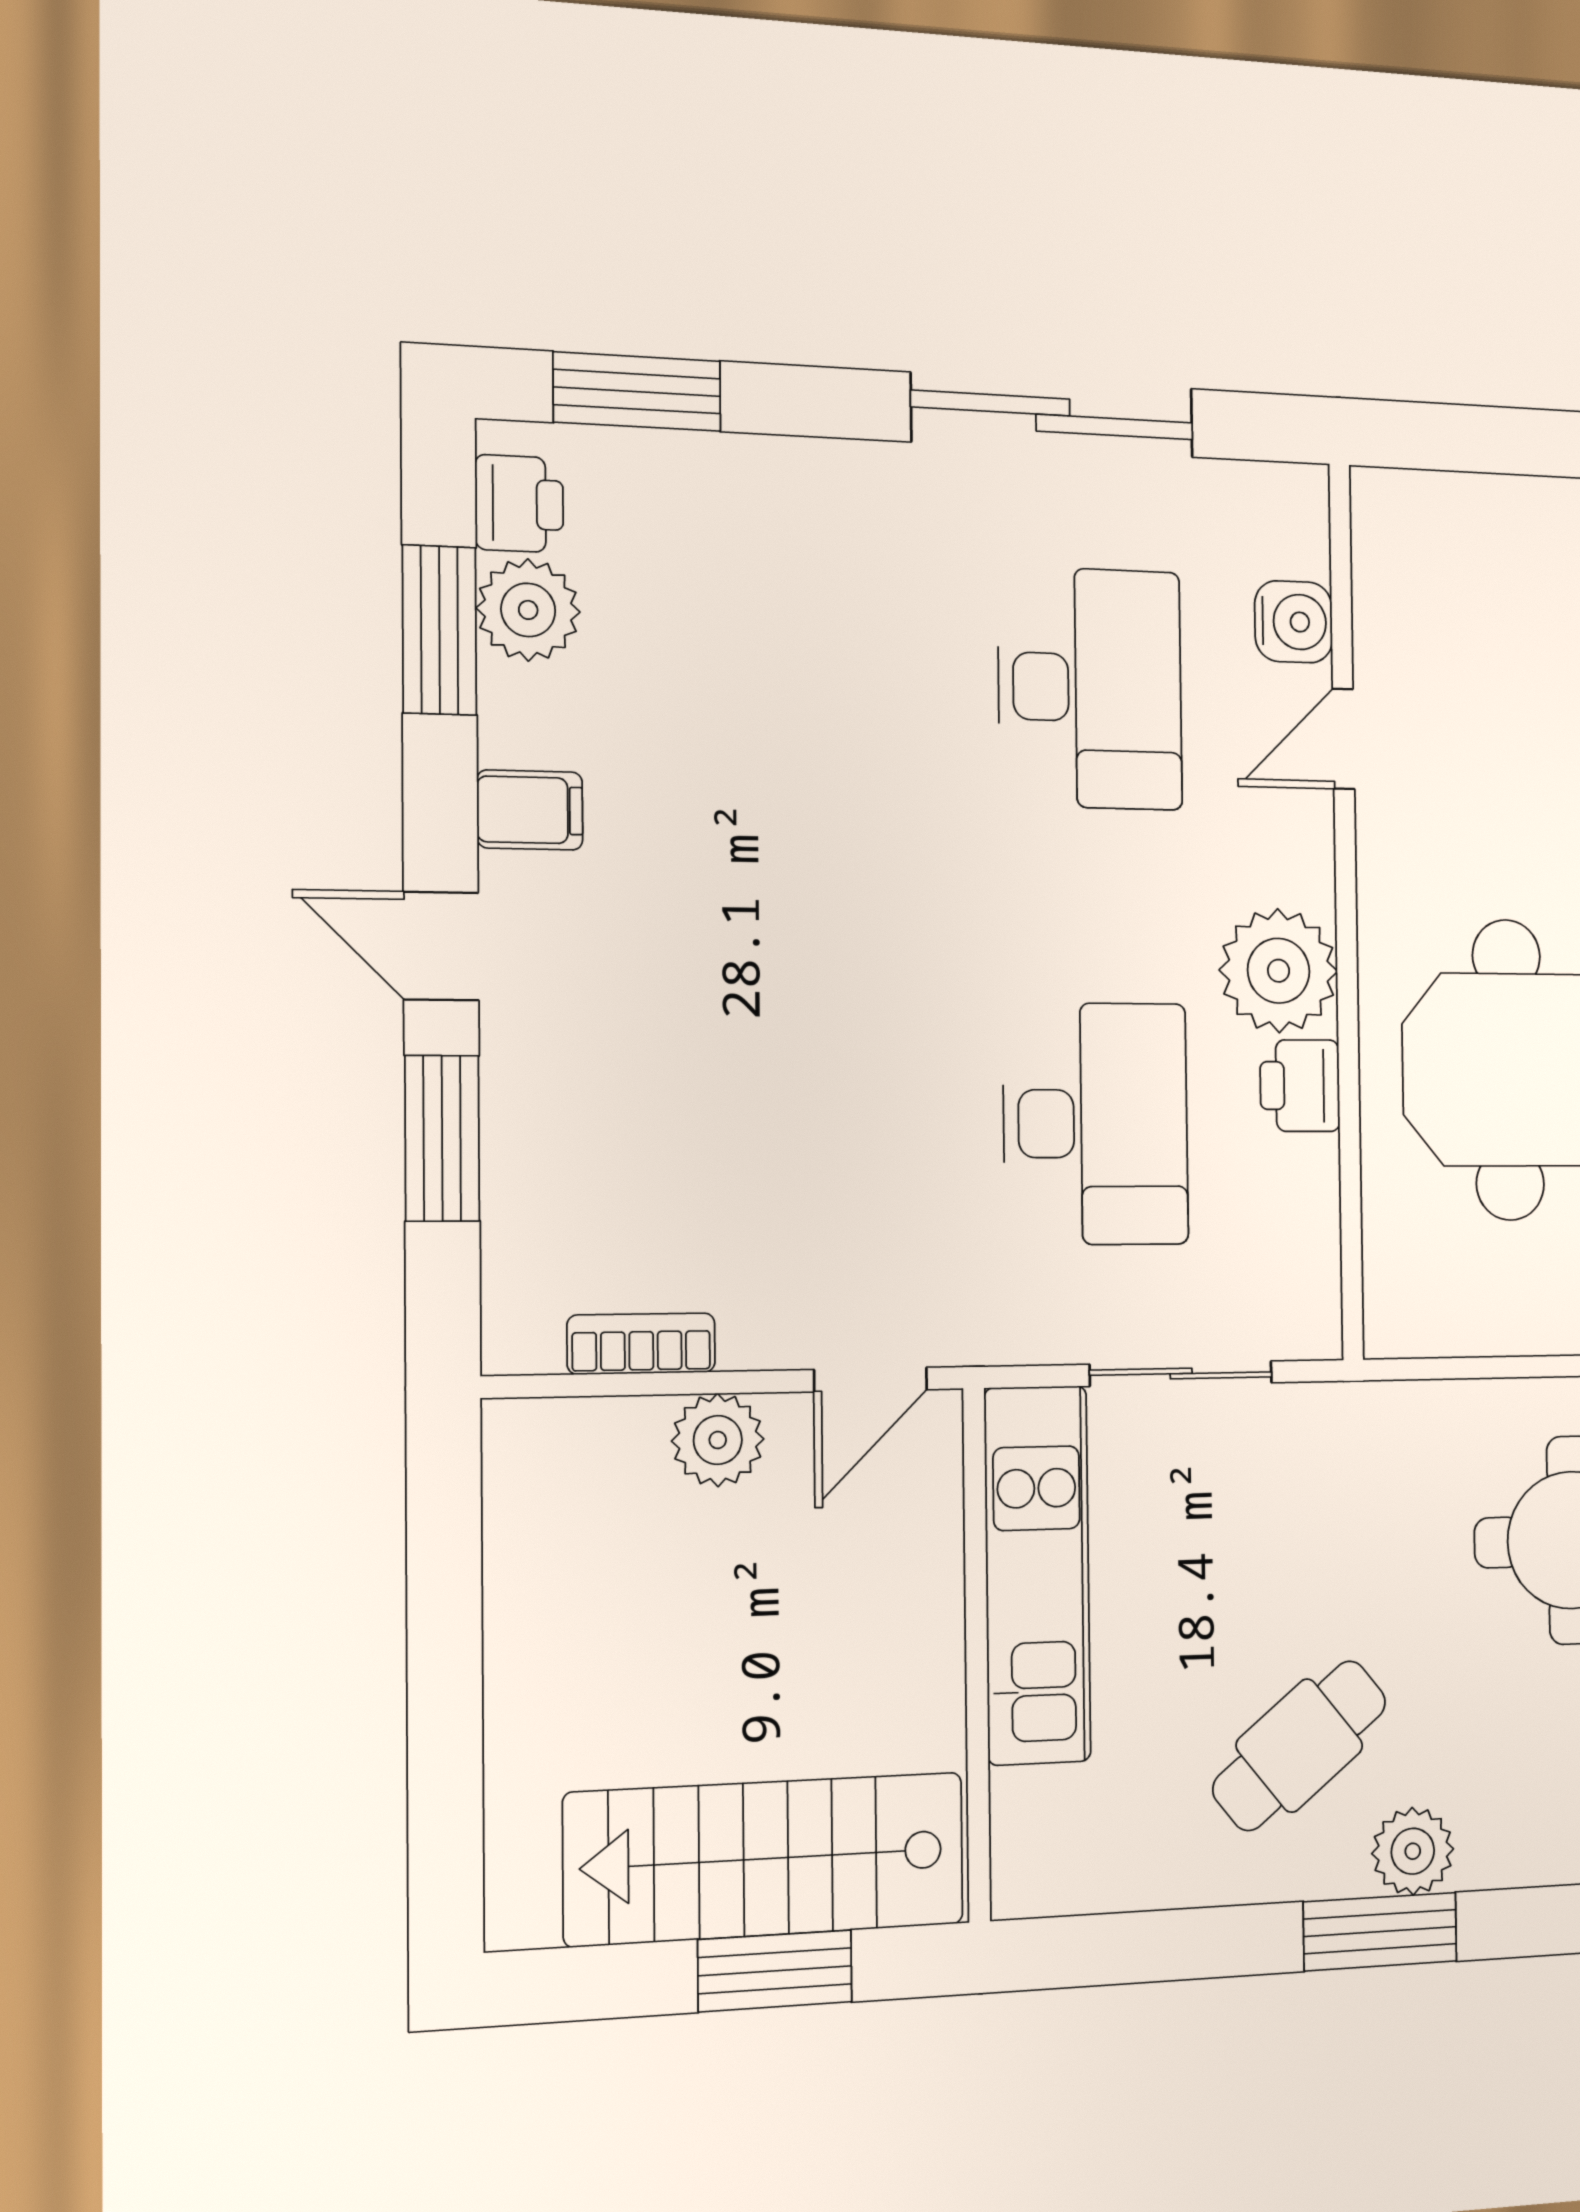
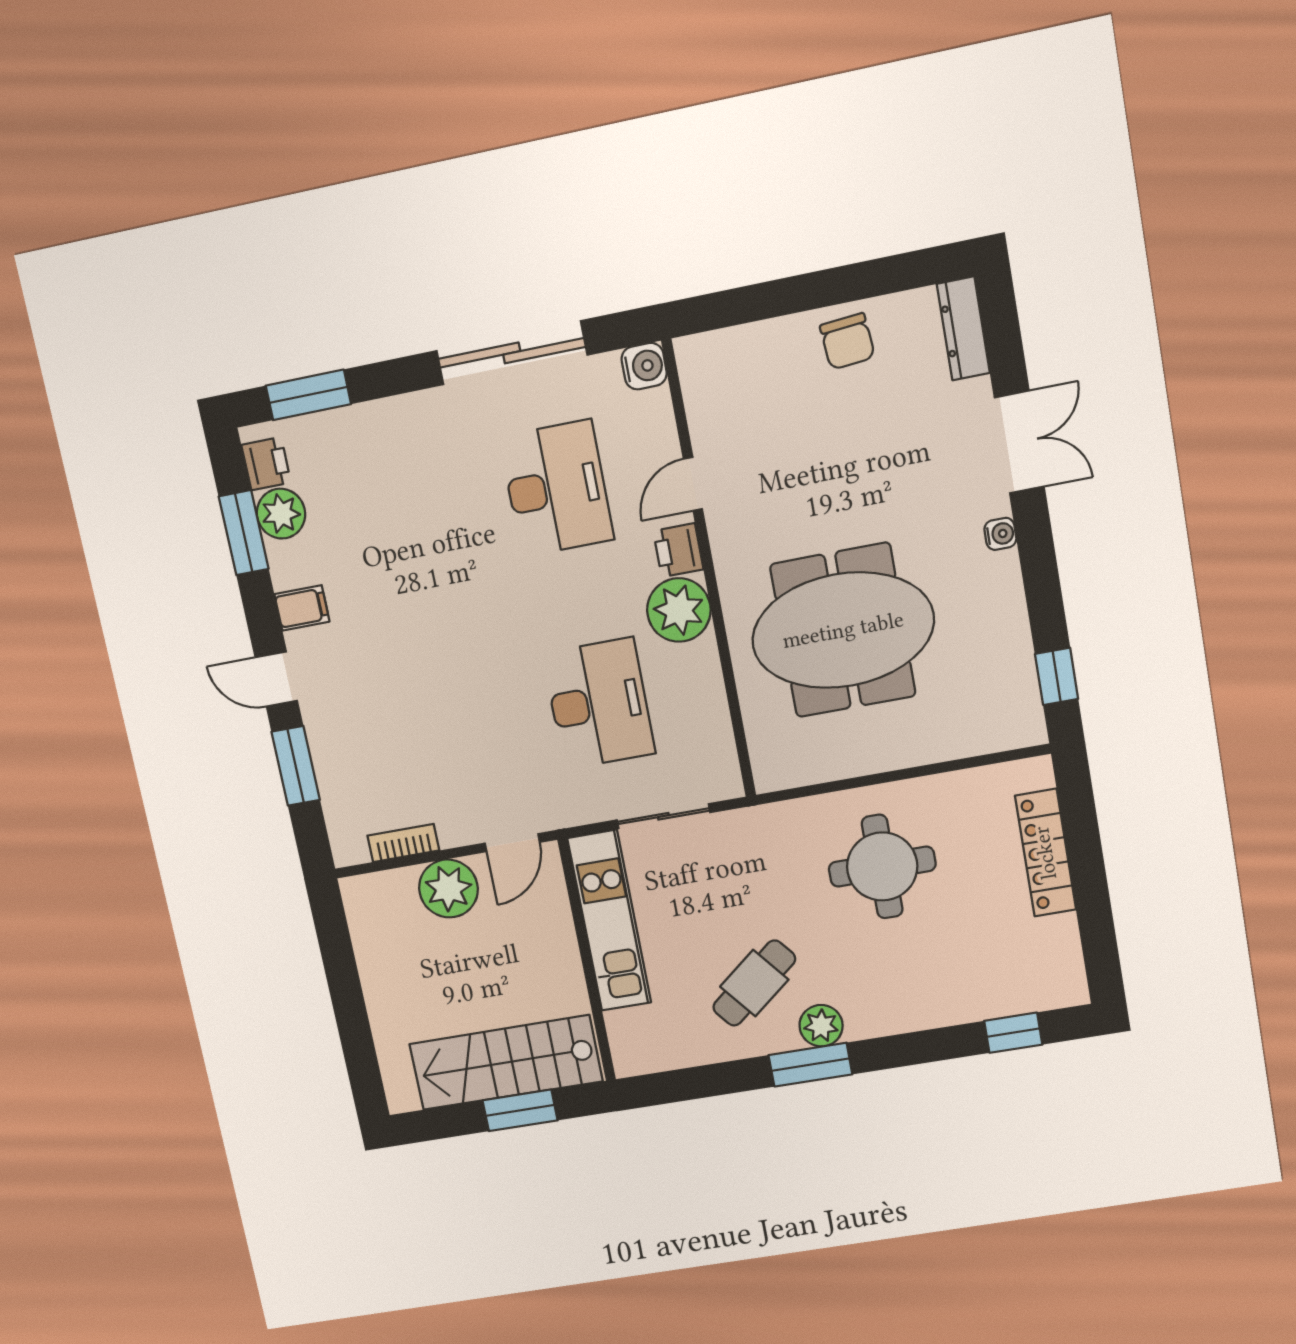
water cooler: (1294, 622) -> (644, 366), moved
printer: (1300, 1086) -> (678, 550), moved
plant: (718, 1440) -> (448, 889), width x1.36, depth x1.36

